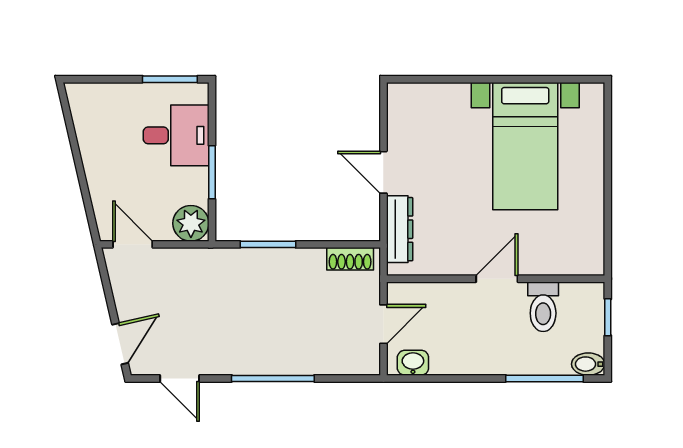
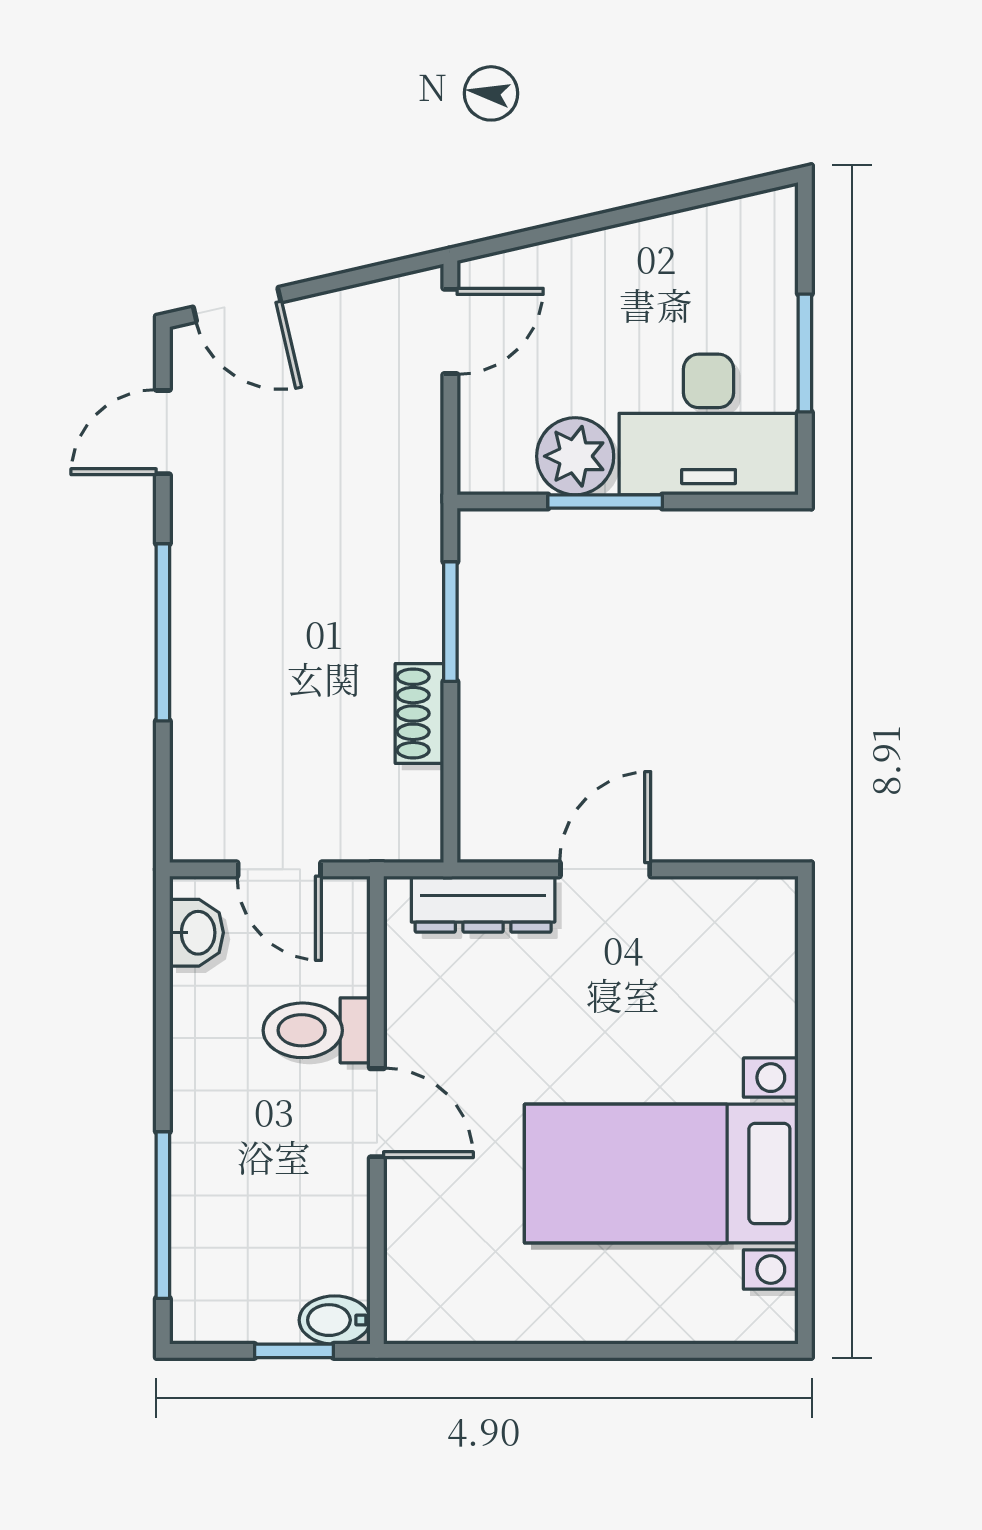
window: (170, 79) -> (805, 353), moved
desk: (176, 135) -> (709, 425), width x1.37
plant: (191, 223) -> (575, 456), moved
shoe rack: (350, 259) -> (419, 713), moved
toilet: (543, 307) -> (317, 1030), moved
bidet: (588, 364) -> (335, 1320), moved, turned -90

